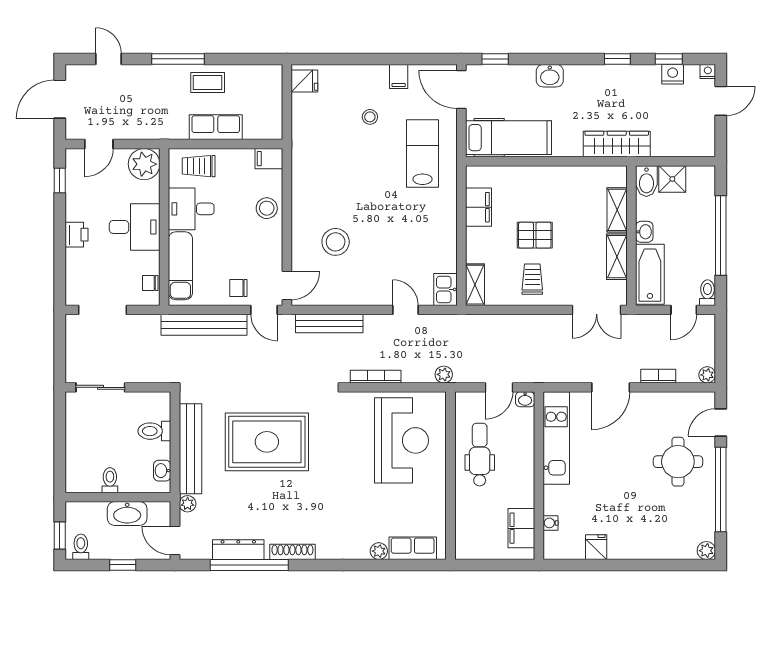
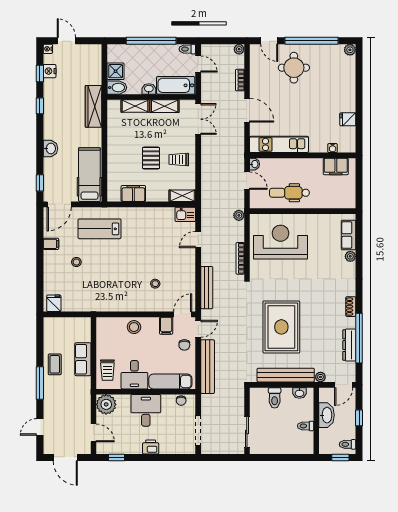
filing cabinet: (269, 159) -> (166, 326), moved
stool: (336, 242) -> (155, 284), width x0.53, depth x0.53
door: (287, 285) -> (183, 314), hinge flipped
shoe rack: (292, 552) -> (351, 307), width x0.70

